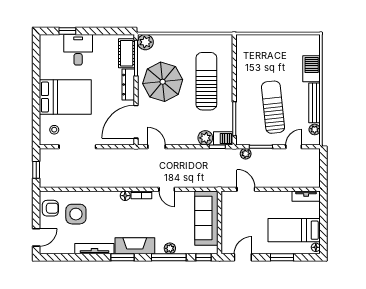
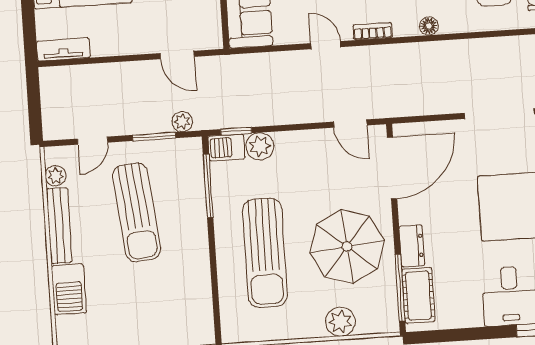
plant: (145, 42) -> (340, 322), moved
dresser: (128, 85) -> (412, 246), width x0.70
floor lamp: (125, 196) -> (429, 26), moved

